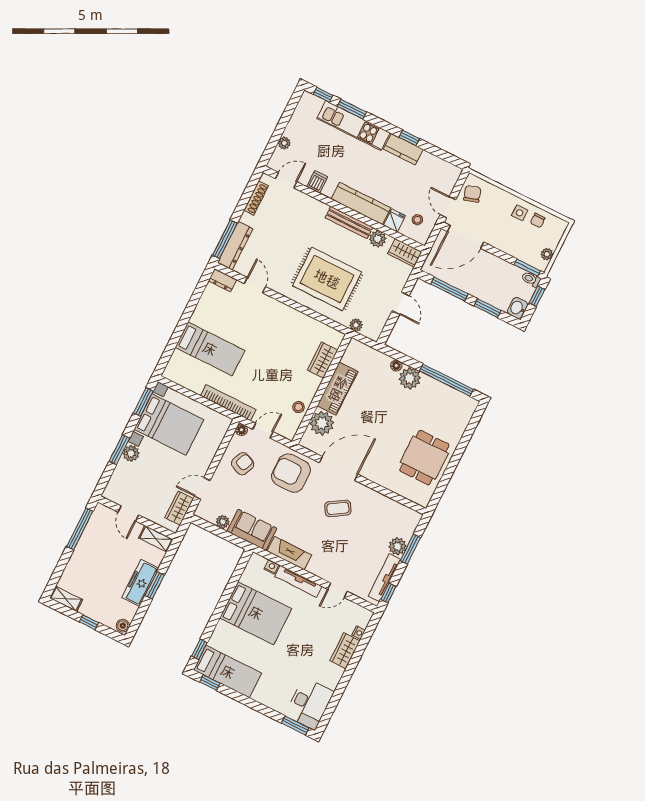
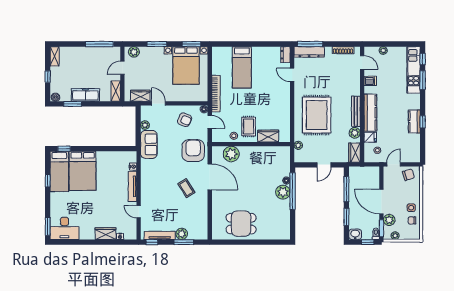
kitchen unit: (353, 126) -> (413, 70), moved
door: (466, 237) -> (381, 202), moved
plant: (521, 251) -> (389, 220), added
door: (255, 285) -> (292, 75), swing flipped
rug: (296, 380) -> (249, 126), added
window: (446, 380) -> (293, 191), moved
piano: (338, 389) -> (256, 153), removed
plant: (131, 453) -> (134, 52), moved
fireplace: (289, 553) -> (146, 173), removed
window: (155, 585) -> (73, 104), moved
bed: (256, 613) -> (83, 171), moved
window: (210, 683) -> (48, 181), moved

